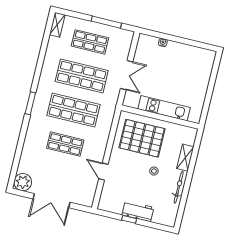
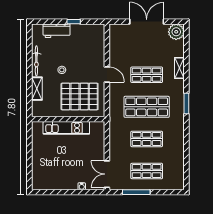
shelving: (57, 25) -> (179, 68), moved
double door: (127, 75) -> (107, 174), moved
shop shelf: (82, 76) -> (147, 139), width x0.70, depth x0.74
door: (103, 172) -> (107, 74), moved
workbench: (138, 211) -> (57, 31), moved

